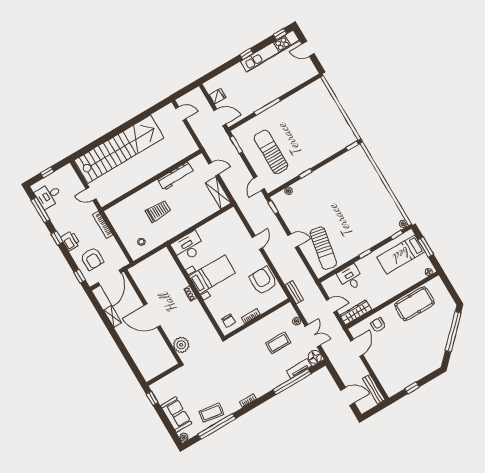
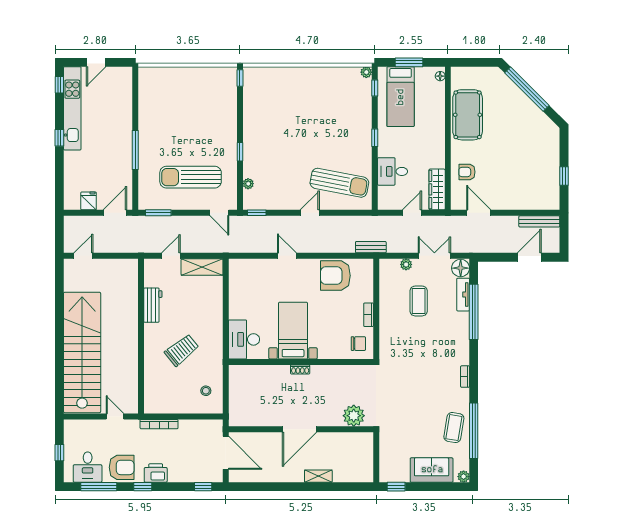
workbench: (176, 176) -> (153, 305), width x0.73
door: (91, 194) -> (115, 416), swing flipped
trolley: (158, 211) -> (182, 350), turned 51
armchair: (92, 259) -> (122, 467), moved
shelving: (113, 316) -> (318, 476), moved

